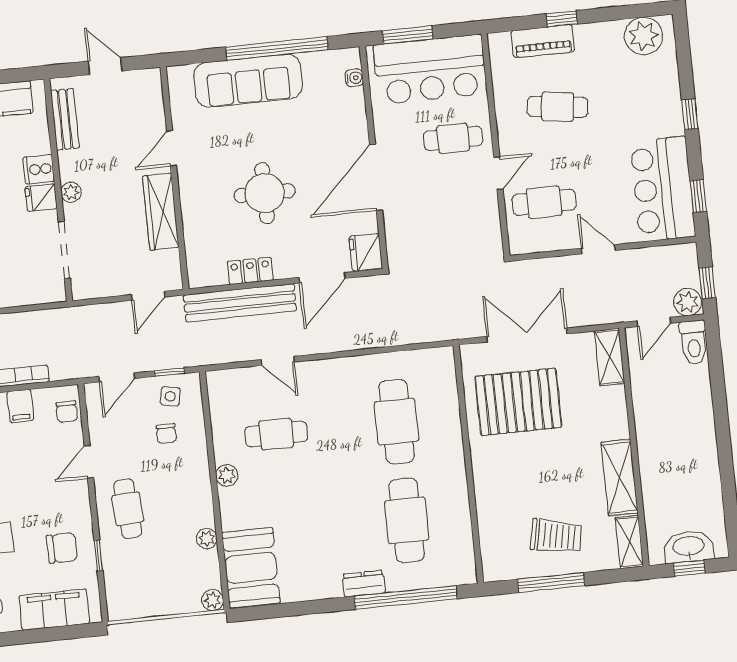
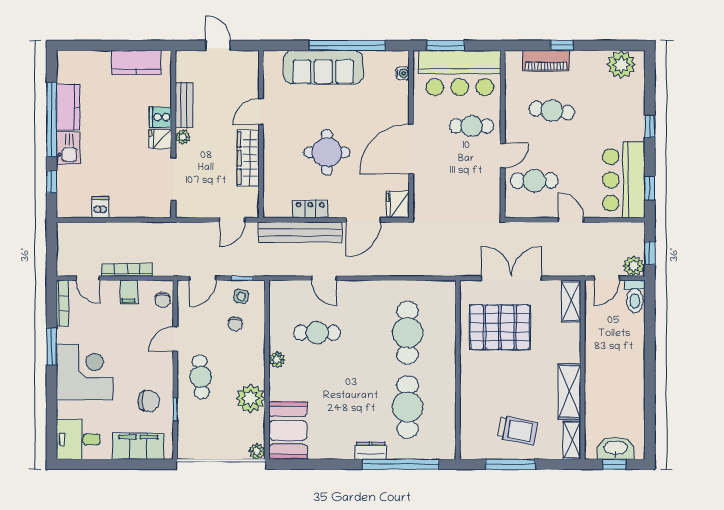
bench: (65, 119) -> (184, 105), moved
plant: (207, 539) -> (251, 398), width x1.87, depth x1.87

